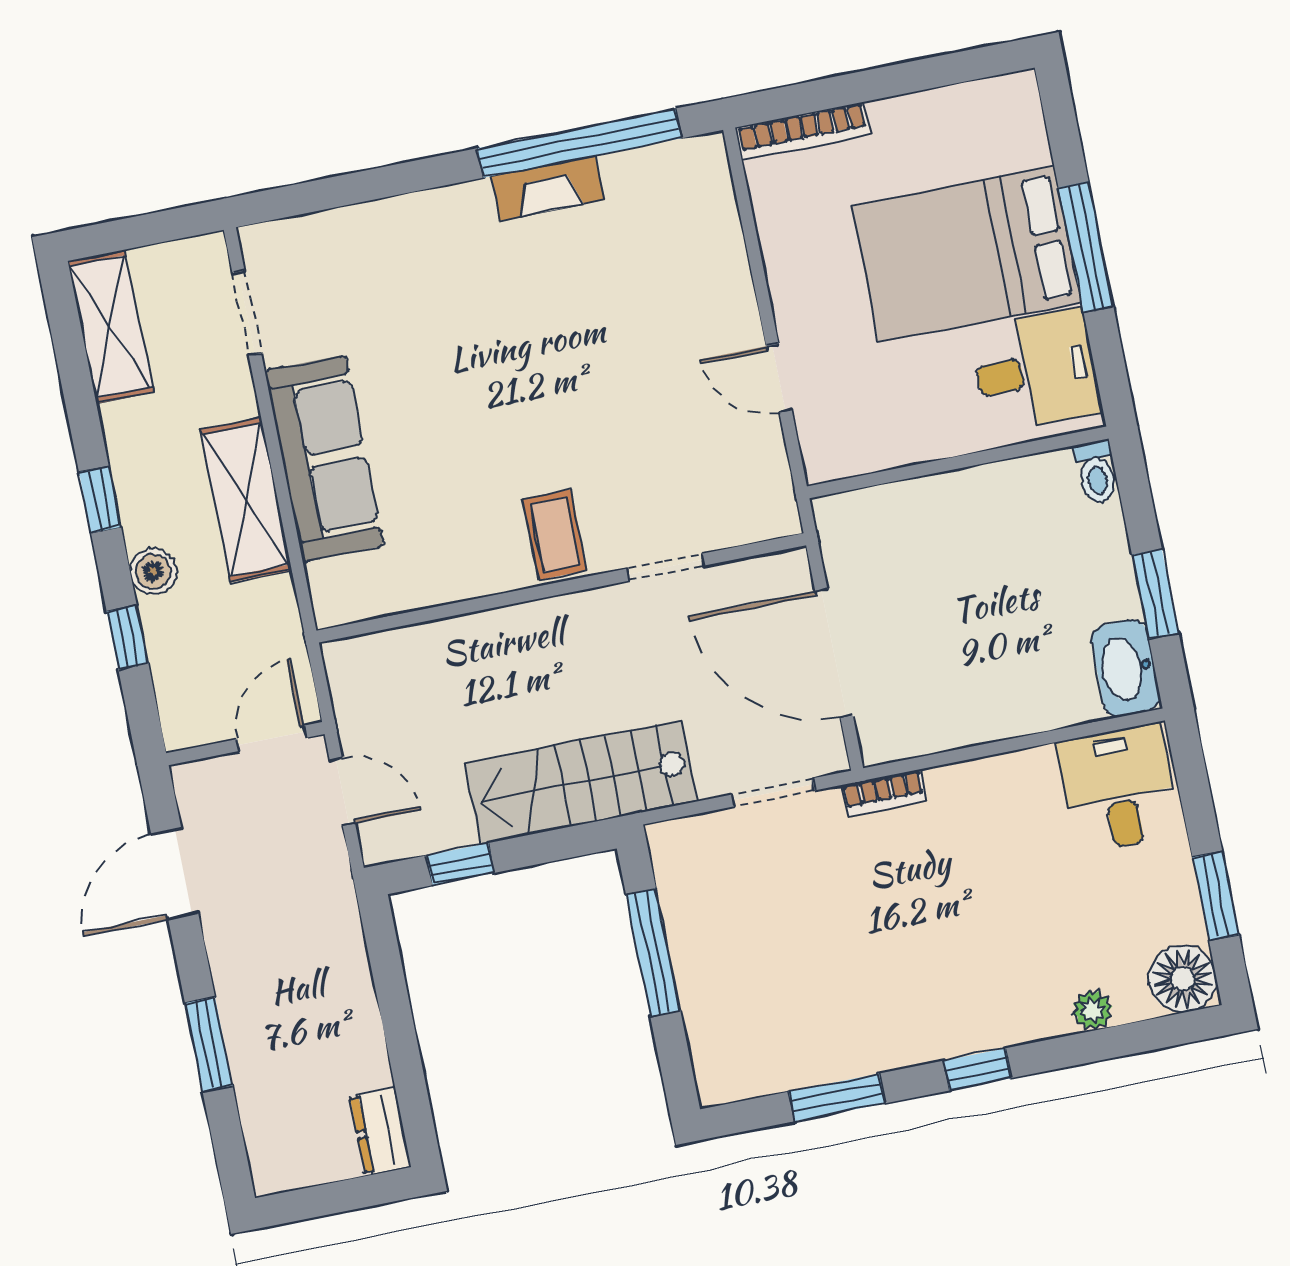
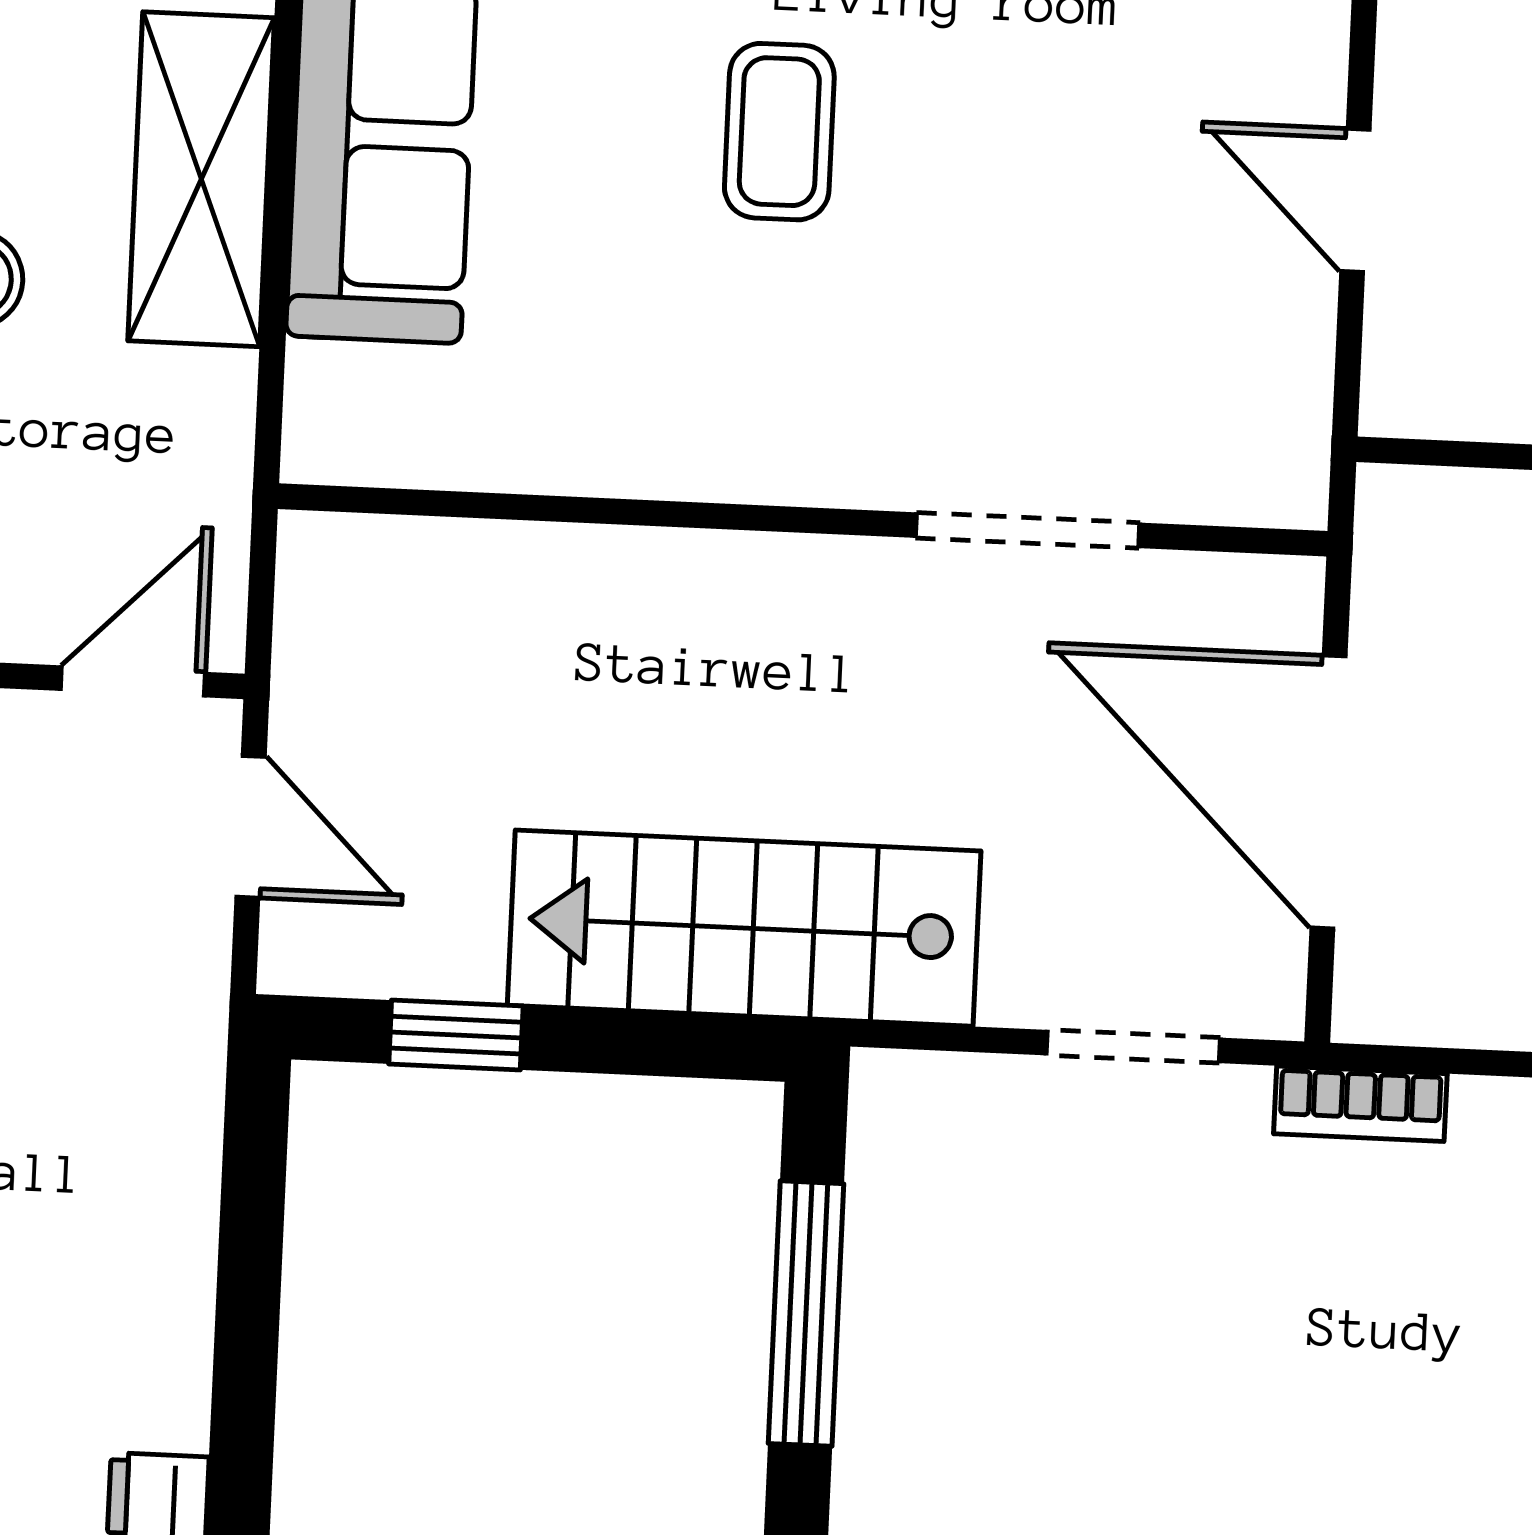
coffee table: (555, 535) -> (779, 132), moved
doorway: (666, 567) -> (1028, 530), width x1.38

